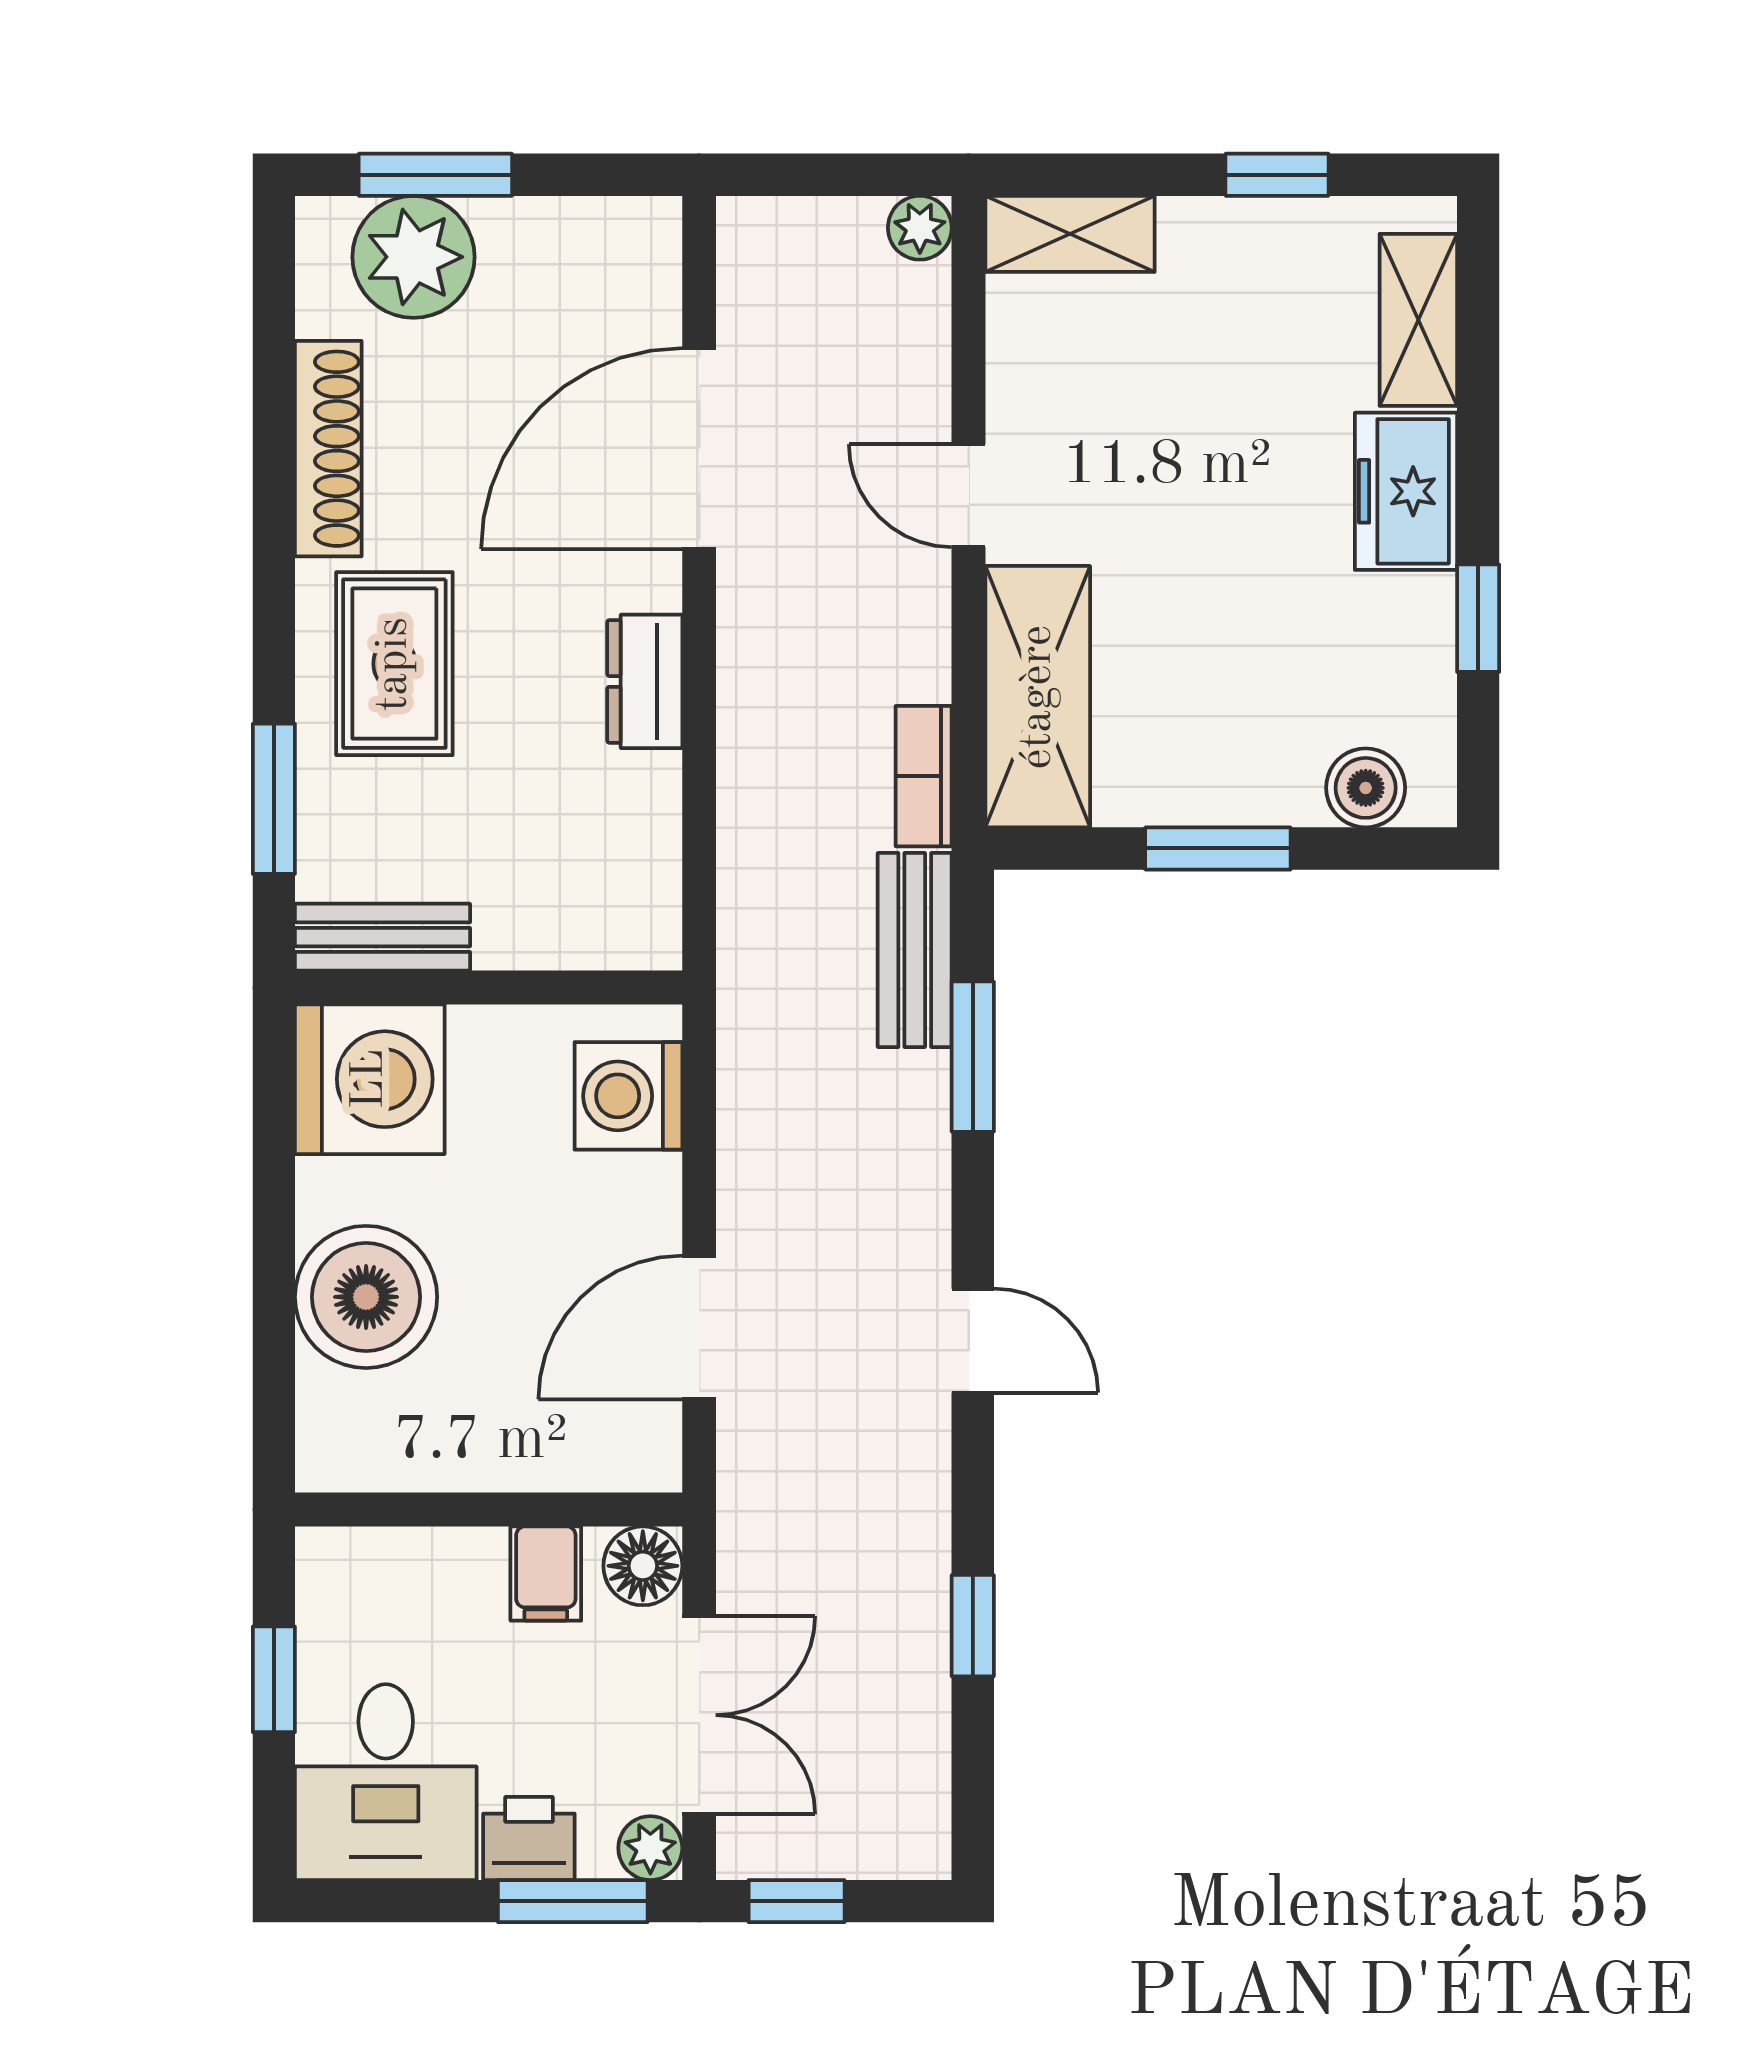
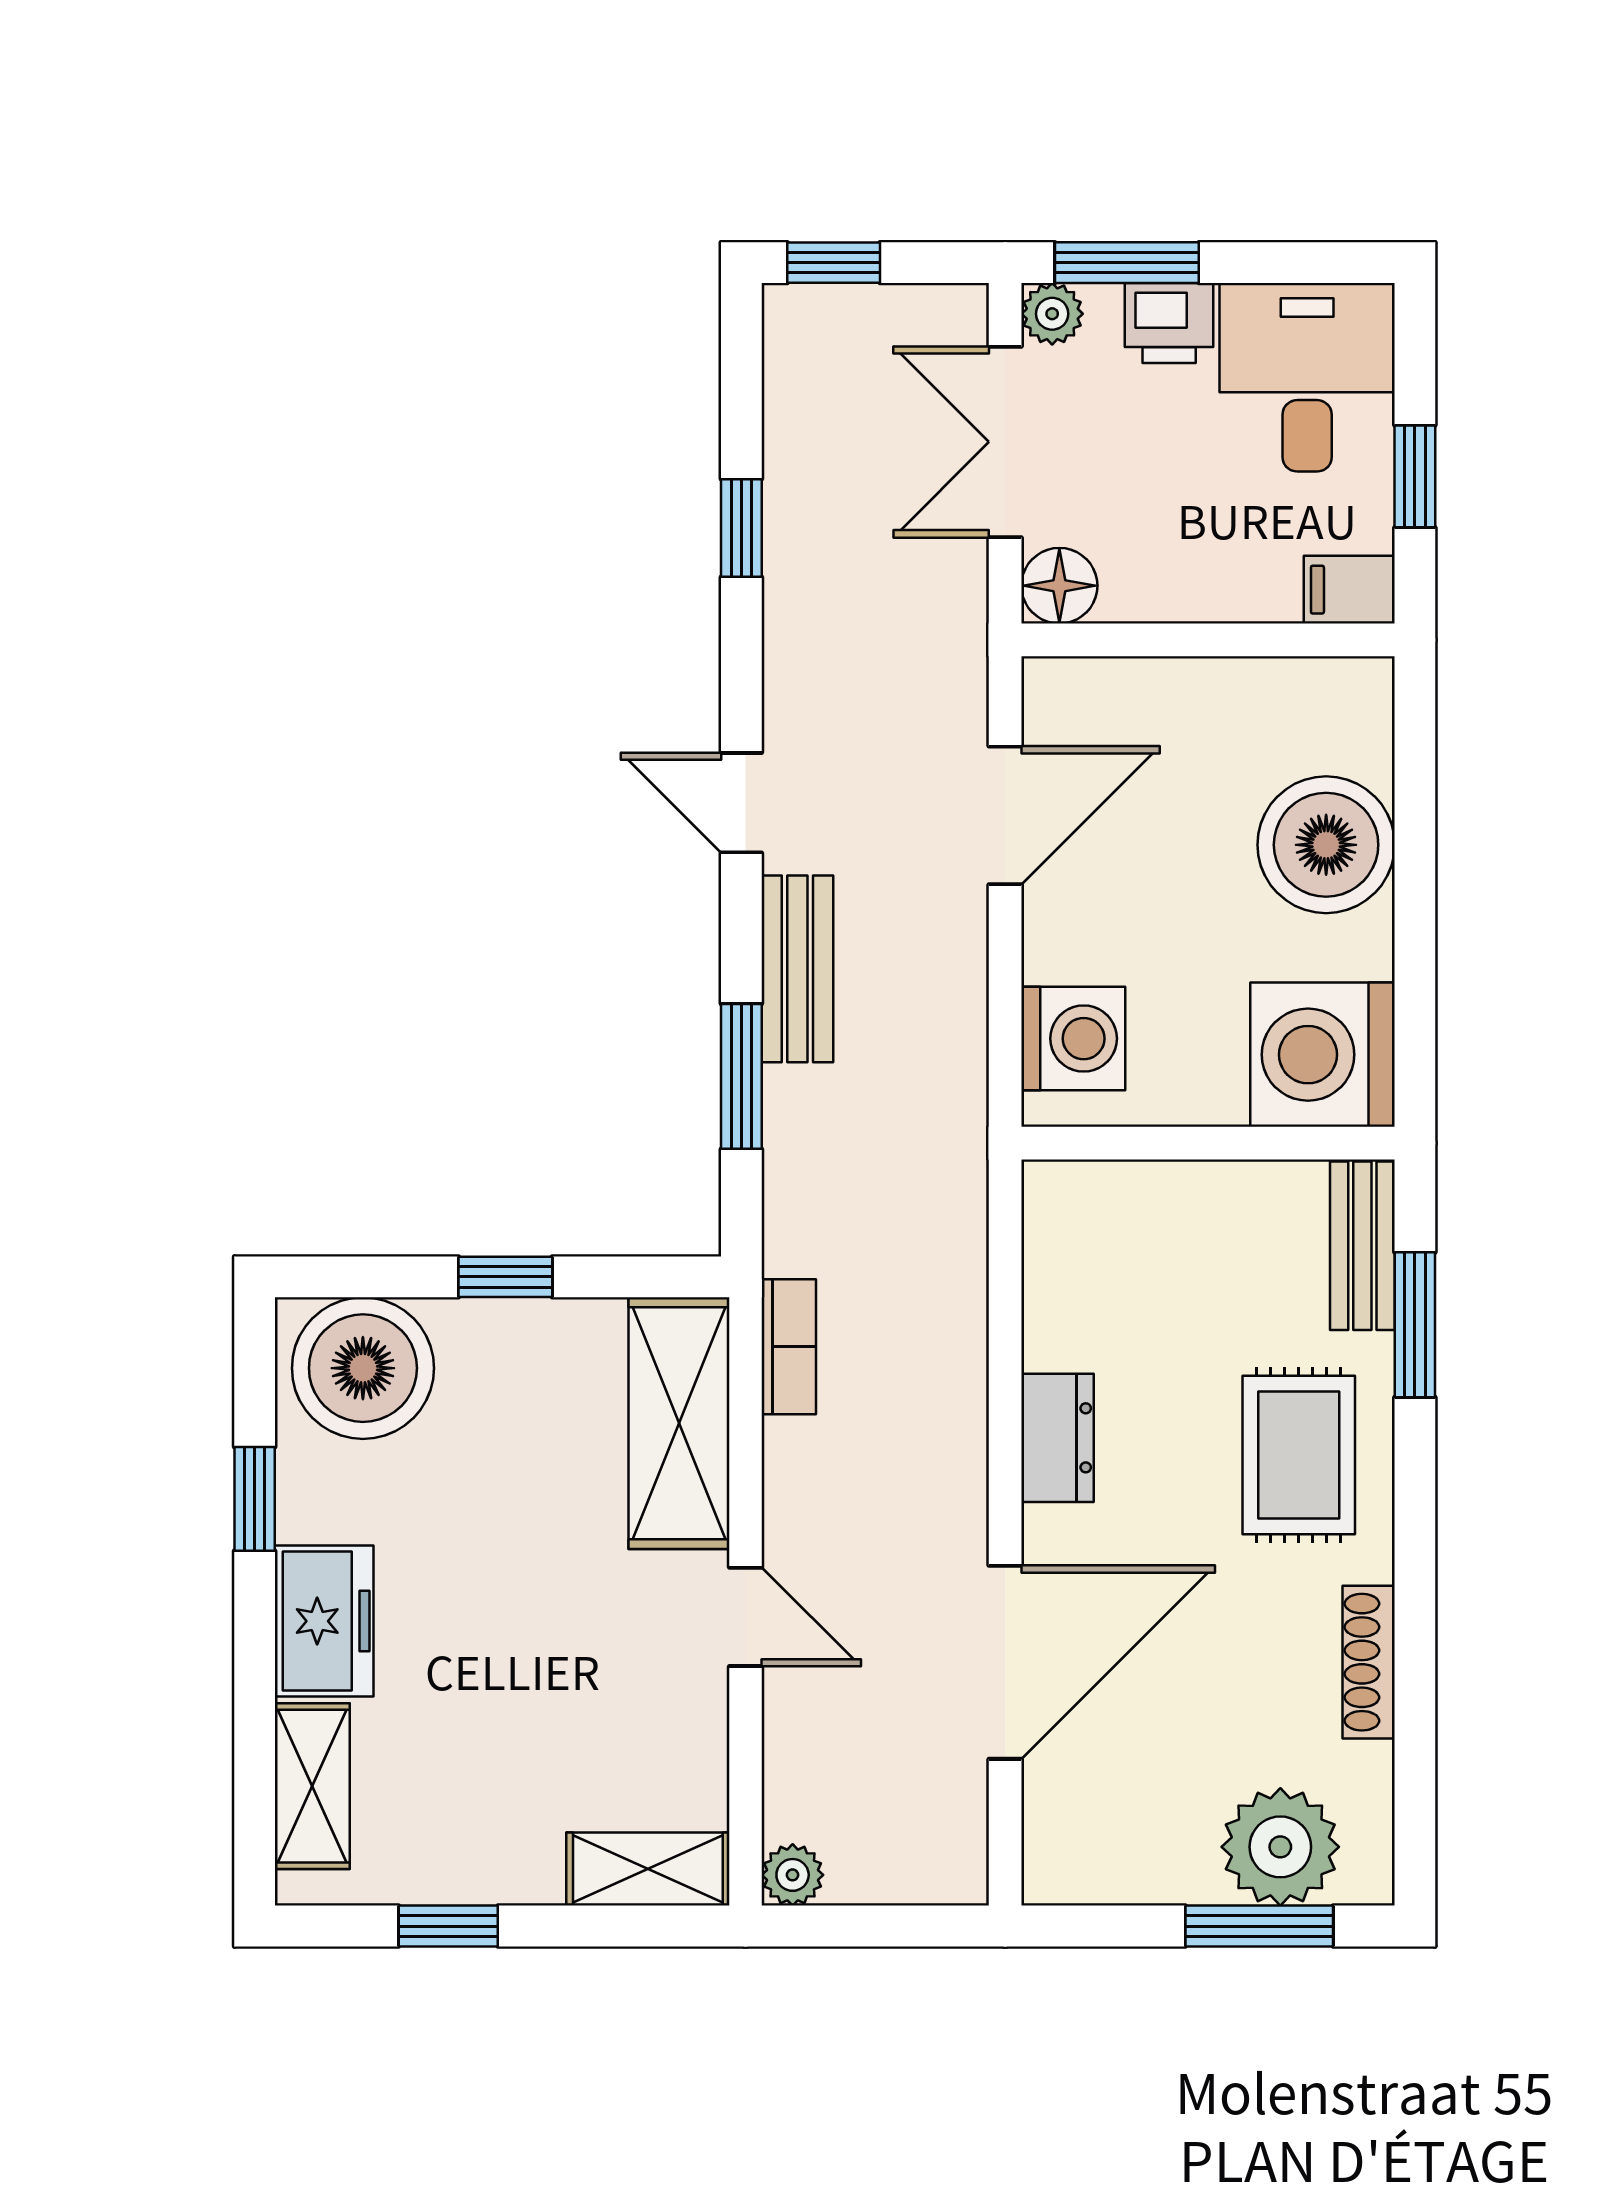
shoe rack: (328, 449) -> (1369, 1662), width x0.74, depth x0.81
boiler: (1366, 788) -> (363, 1368), width x1.86, depth x1.86
window: (1218, 848) -> (505, 1277), width x0.67
bench: (382, 937) -> (1362, 1246), moved, turned 90
bench: (915, 950) -> (797, 969), moved
filing cabinet: (546, 1574) -> (1349, 590), moved, turned -90
window: (797, 1901) -> (834, 263), moved

